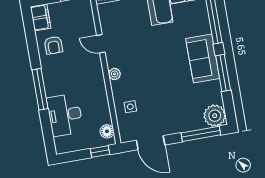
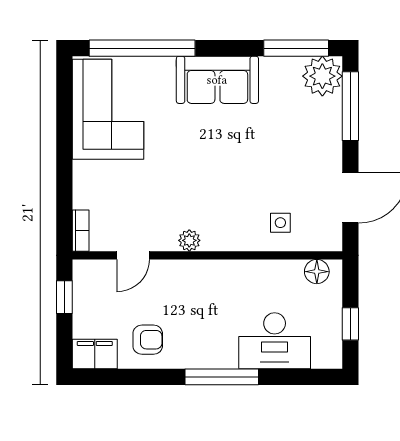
door: (101, 44) -> (133, 255), moved
window: (223, 73) -> (296, 48), moved
plant: (115, 74) -> (189, 240), moved
window: (100, 152) -> (350, 324), moved

